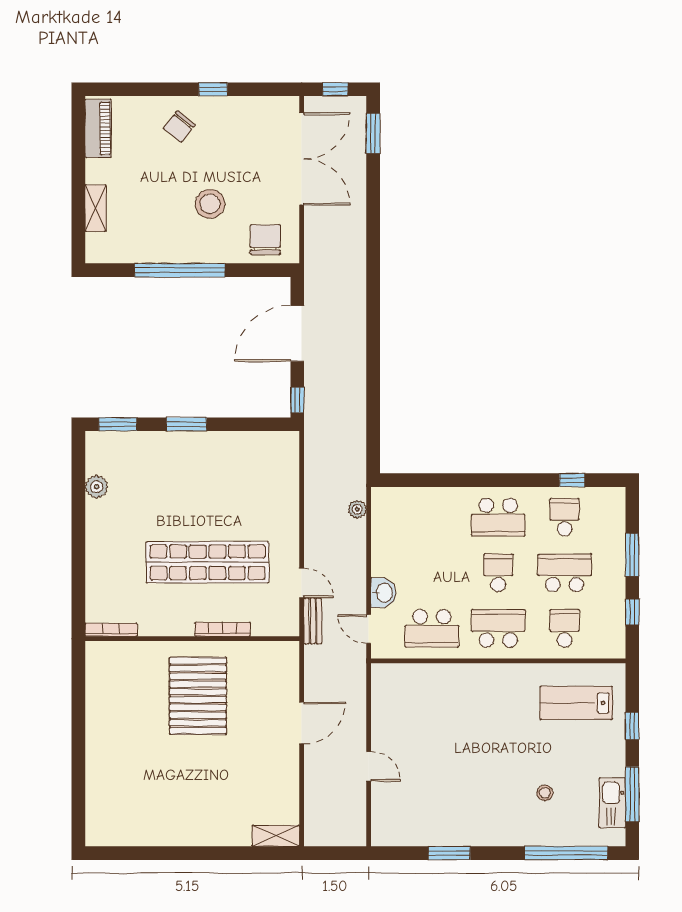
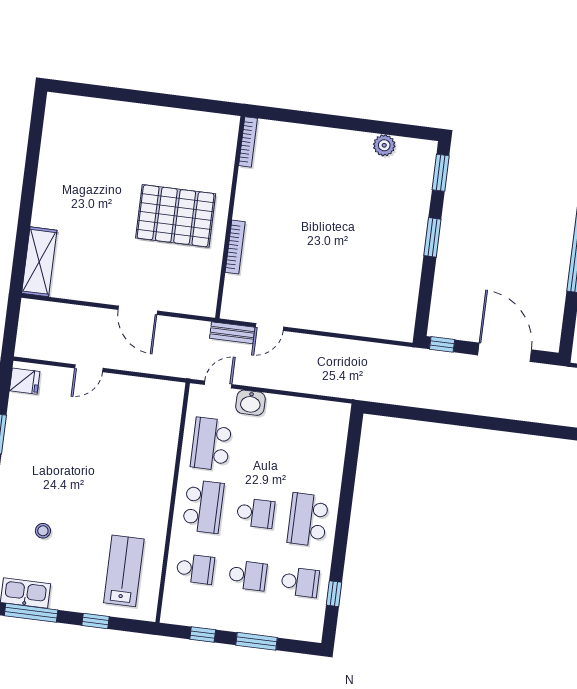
plant: (357, 509) -> (332, 388), removed
shop shelf: (208, 562) -> (300, 241), removed
school desk: (565, 573) -> (248, 576), width x0.54
fridge: (391, 832) -> (25, 381), added
shelving: (276, 836) -> (39, 262), width x1.50, depth x1.33

